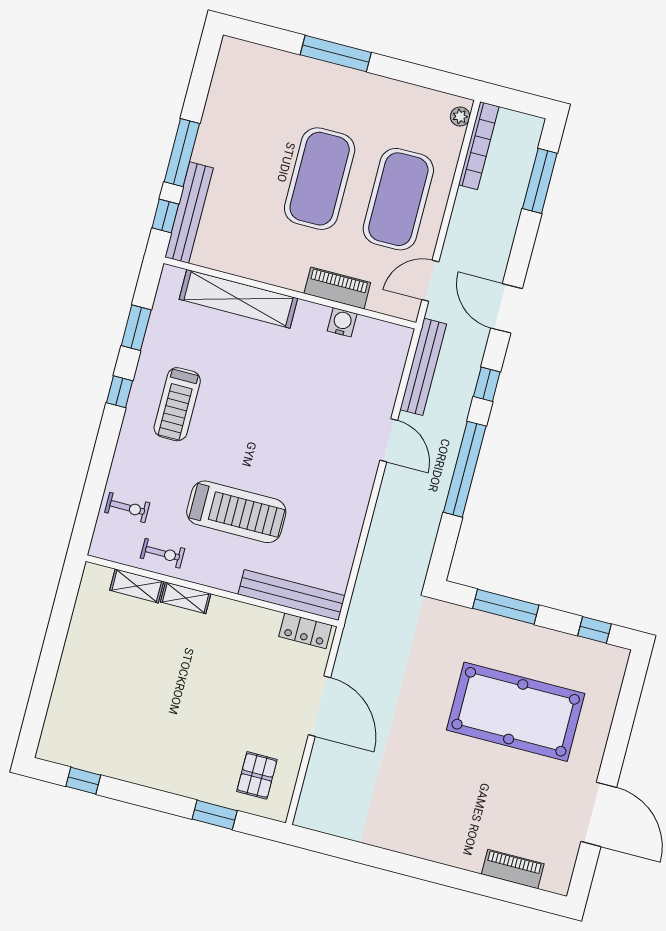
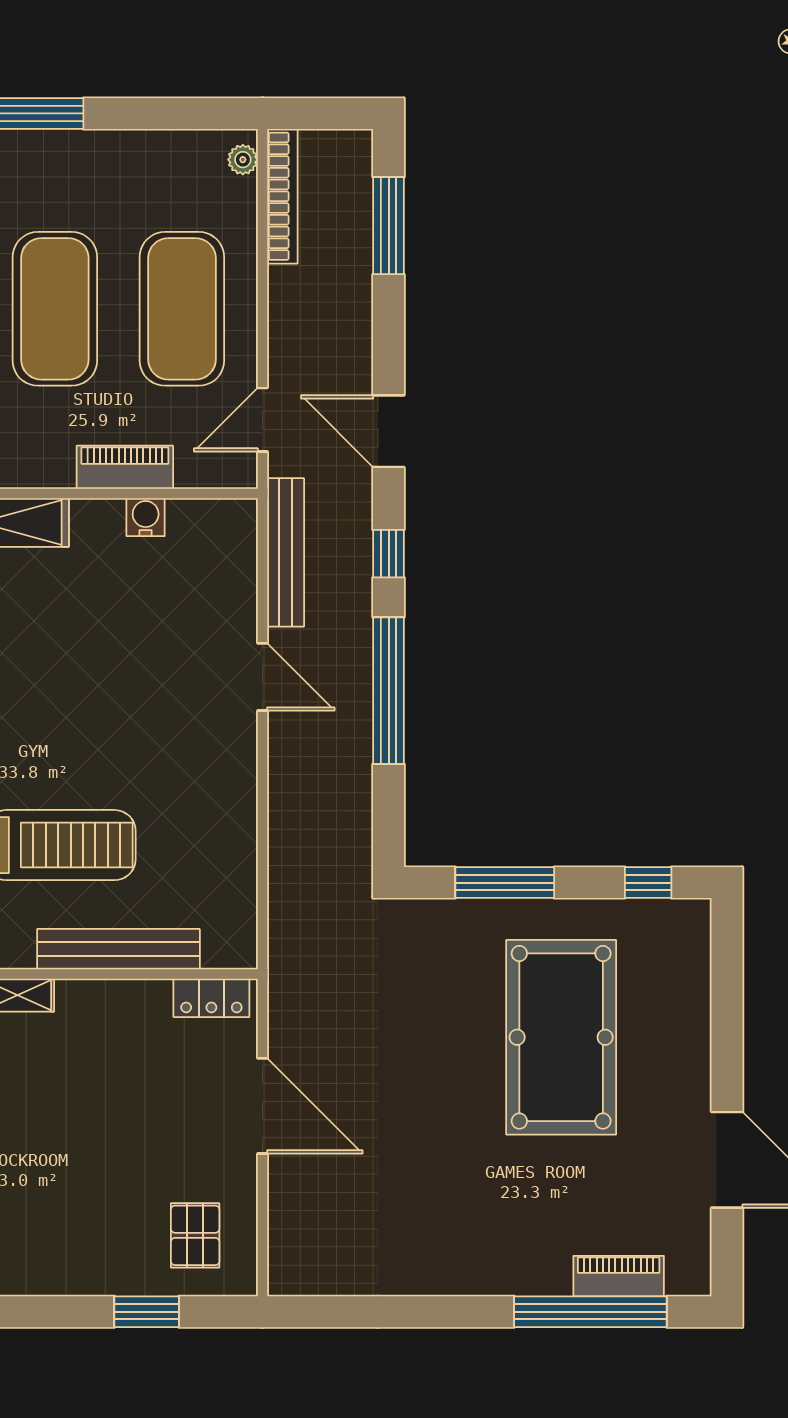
bench: (292, 595) -> (119, 949), moved
pool table: (516, 712) -> (561, 1037), turned 90
window: (489, 886) -> (590, 1312), added

